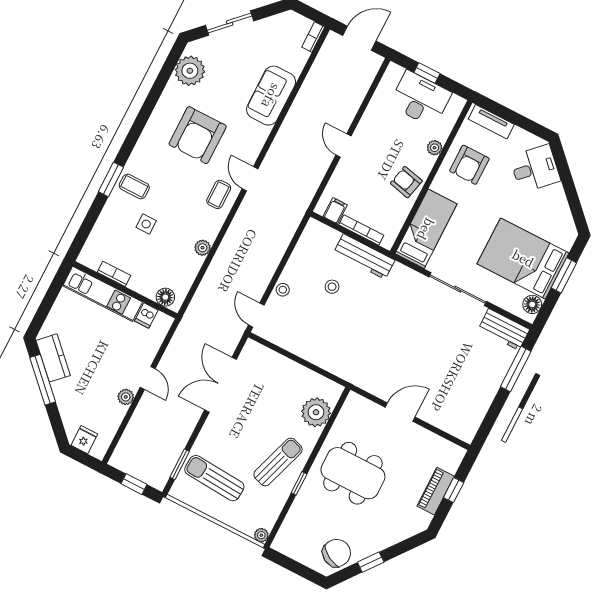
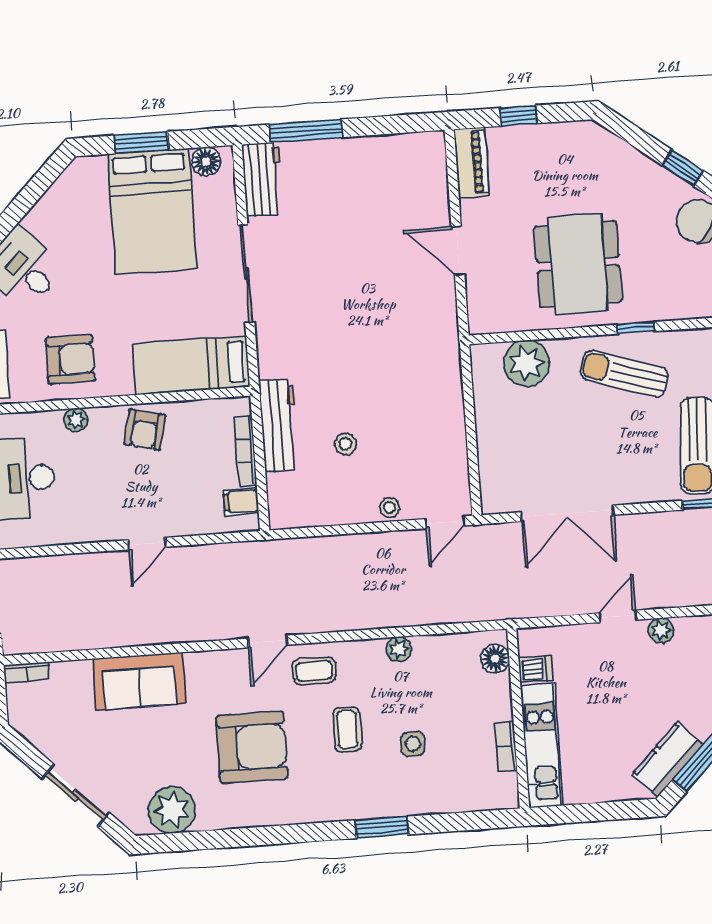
coffee table: (134, 186) -> (347, 729), moved
piano: (436, 491) -> (471, 162), moved, turned -90

